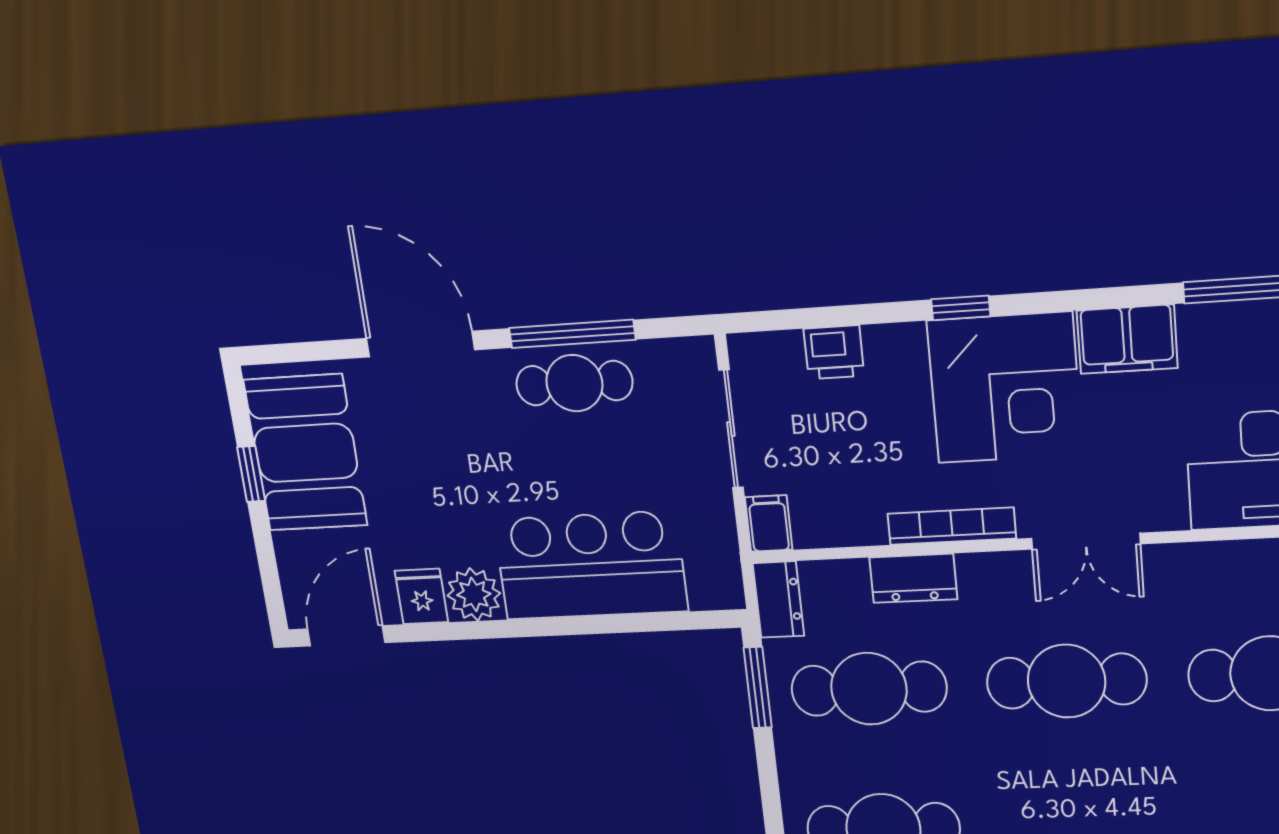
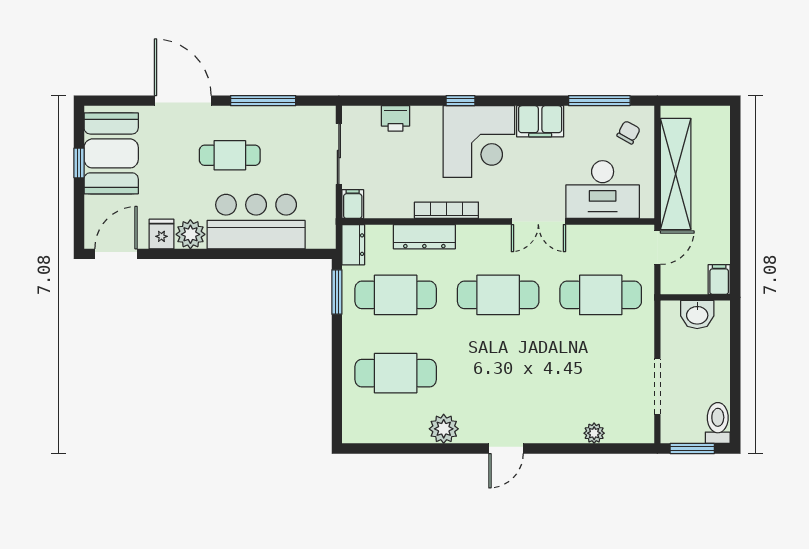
cafe table: (574, 383) -> (230, 155), moved
double door: (1086, 541) -> (538, 222), moved
dresser: (913, 578) -> (424, 237), width x1.44

